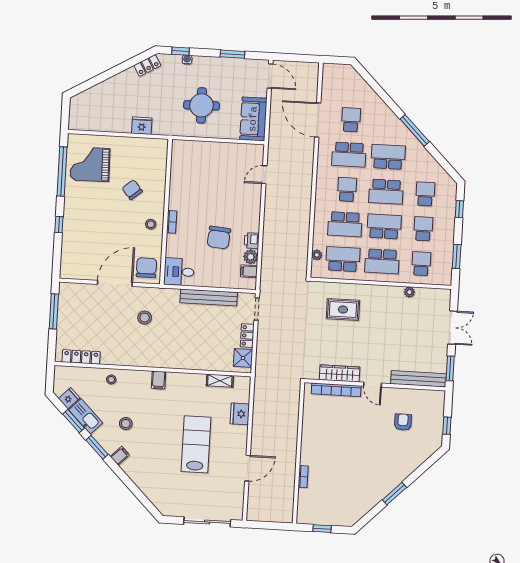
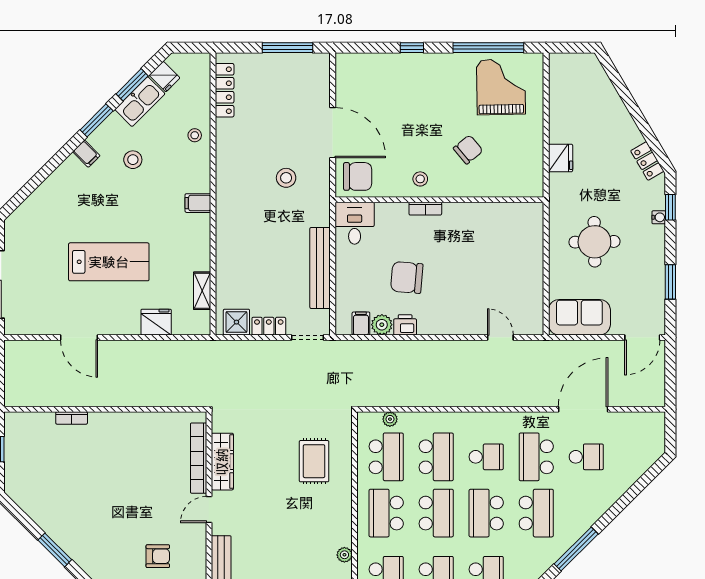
school desk: (345, 224) -> (436, 457), turned 180

